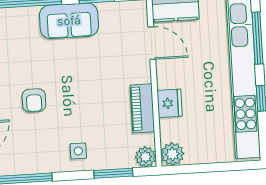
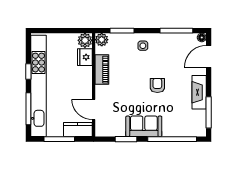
armchair: (34, 100) -> (157, 85), moved
fridge: (170, 103) -> (85, 57), moved

